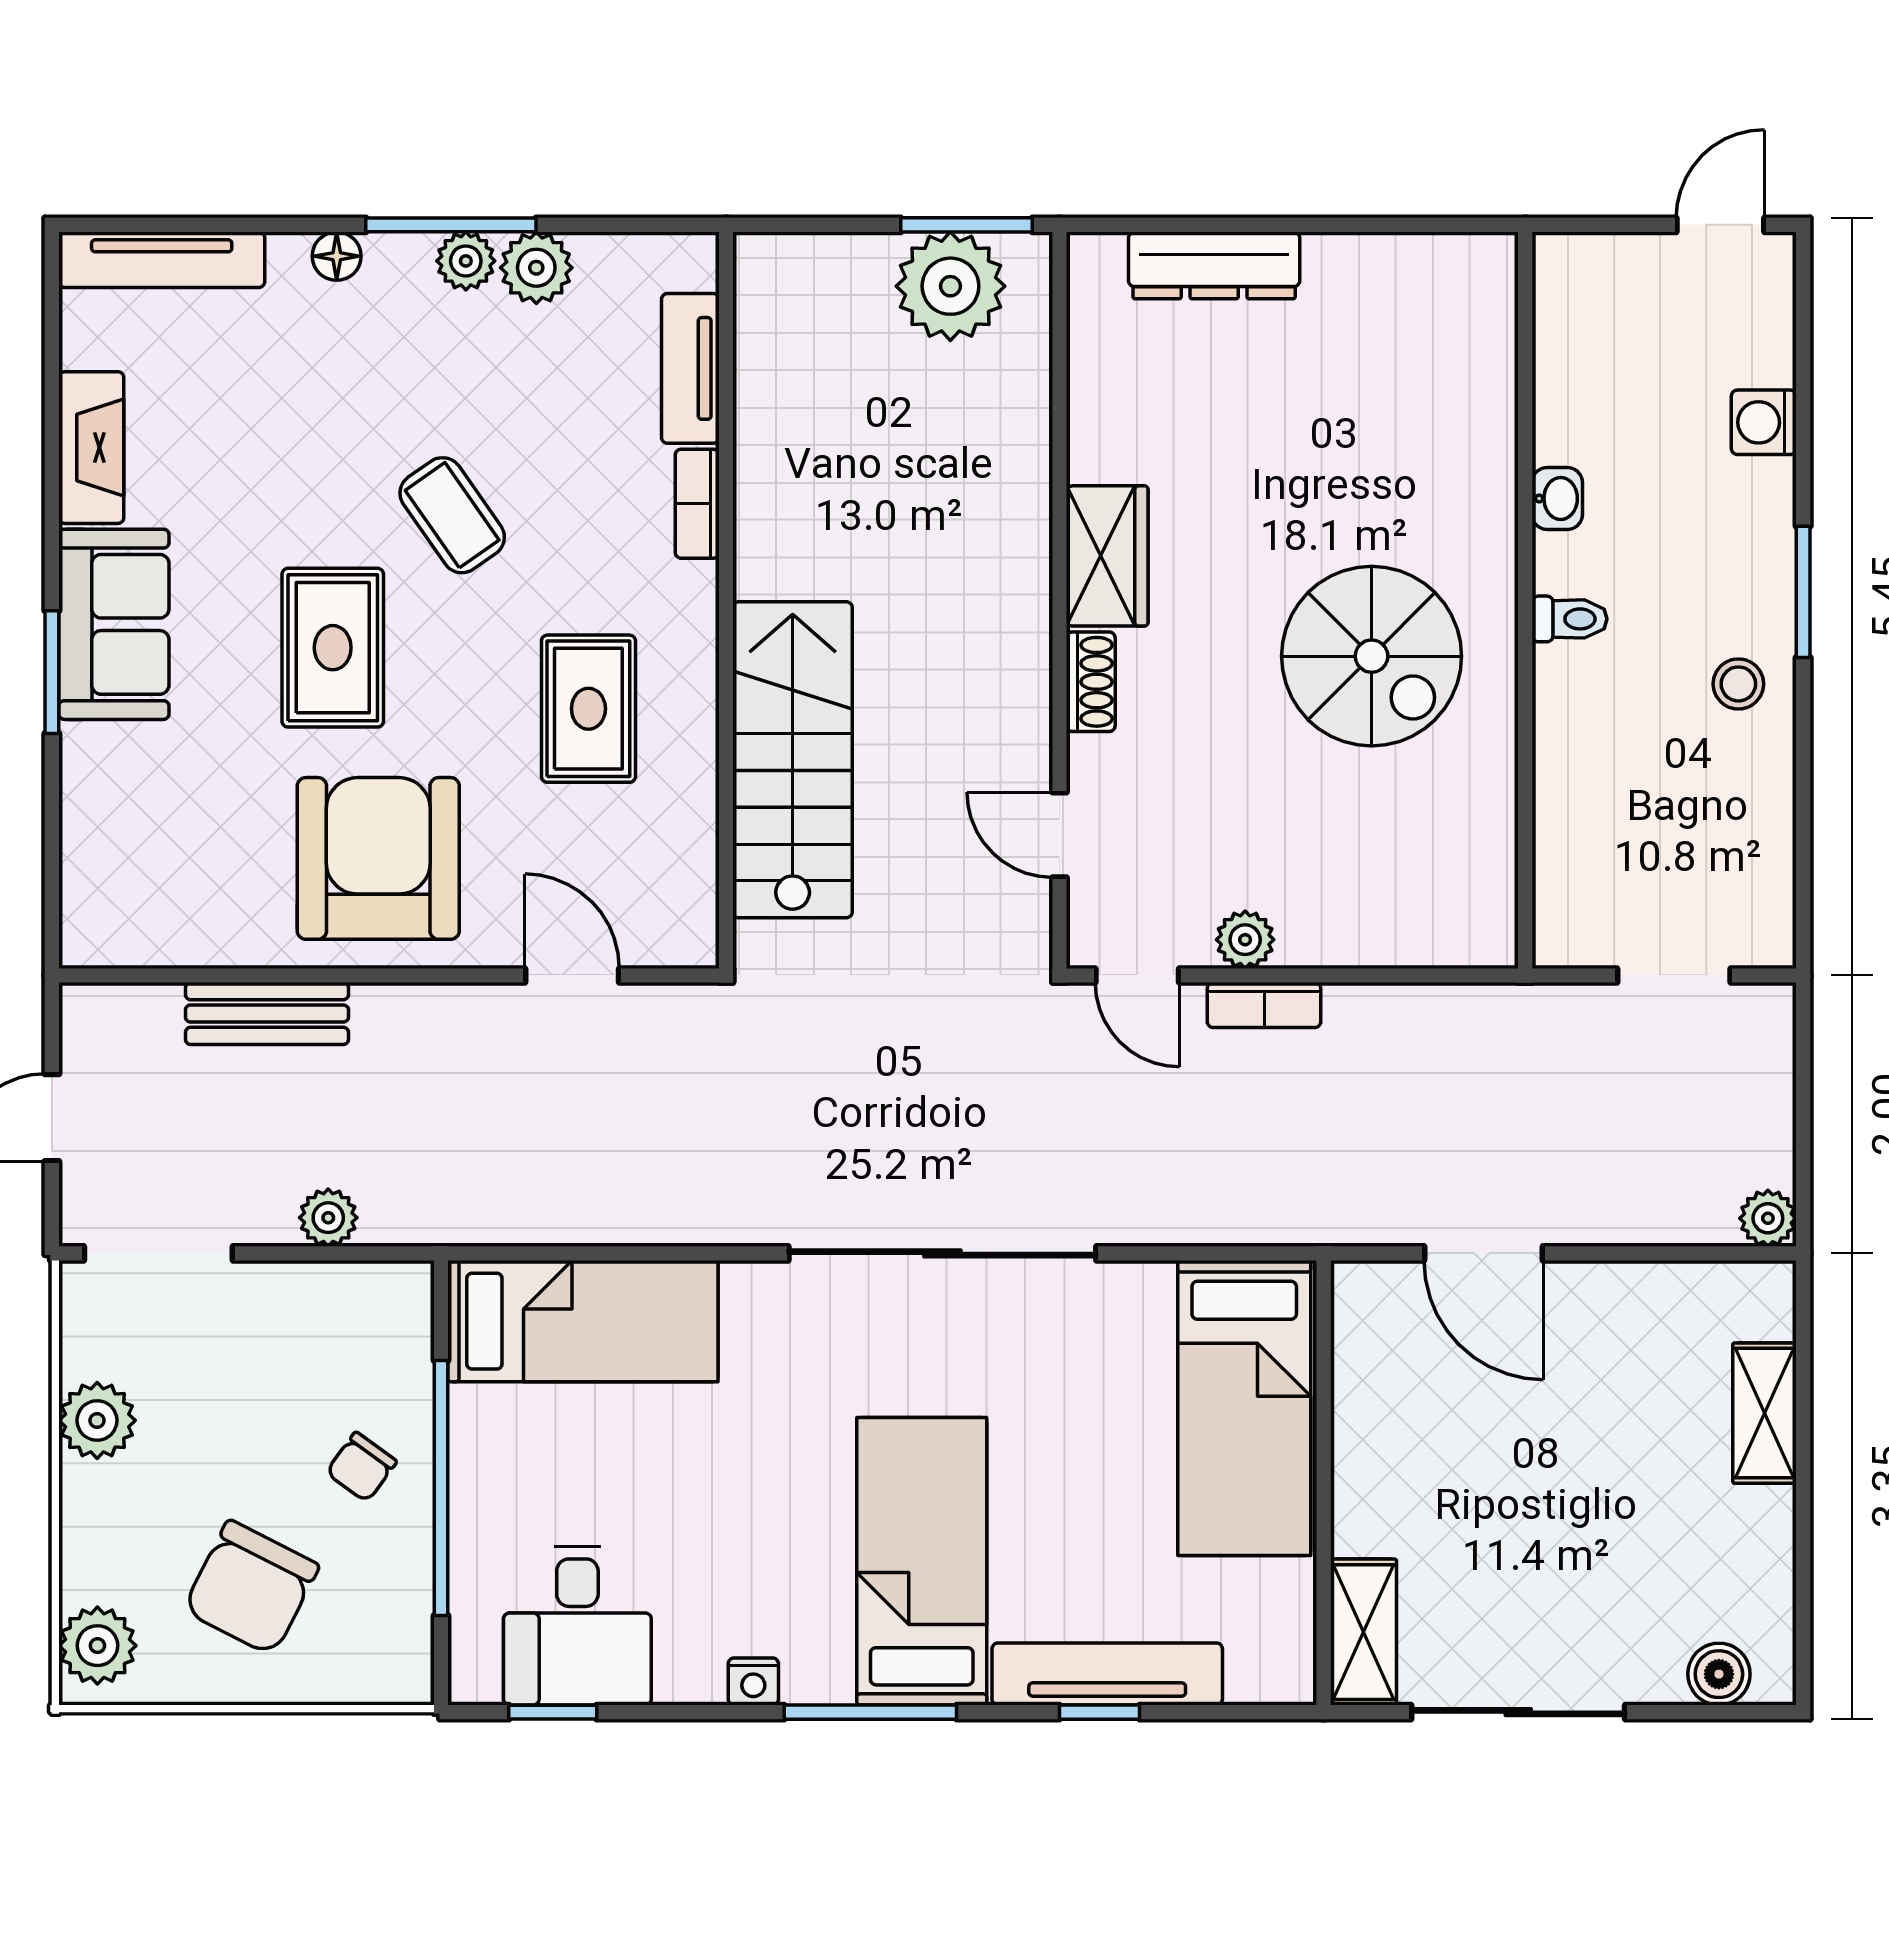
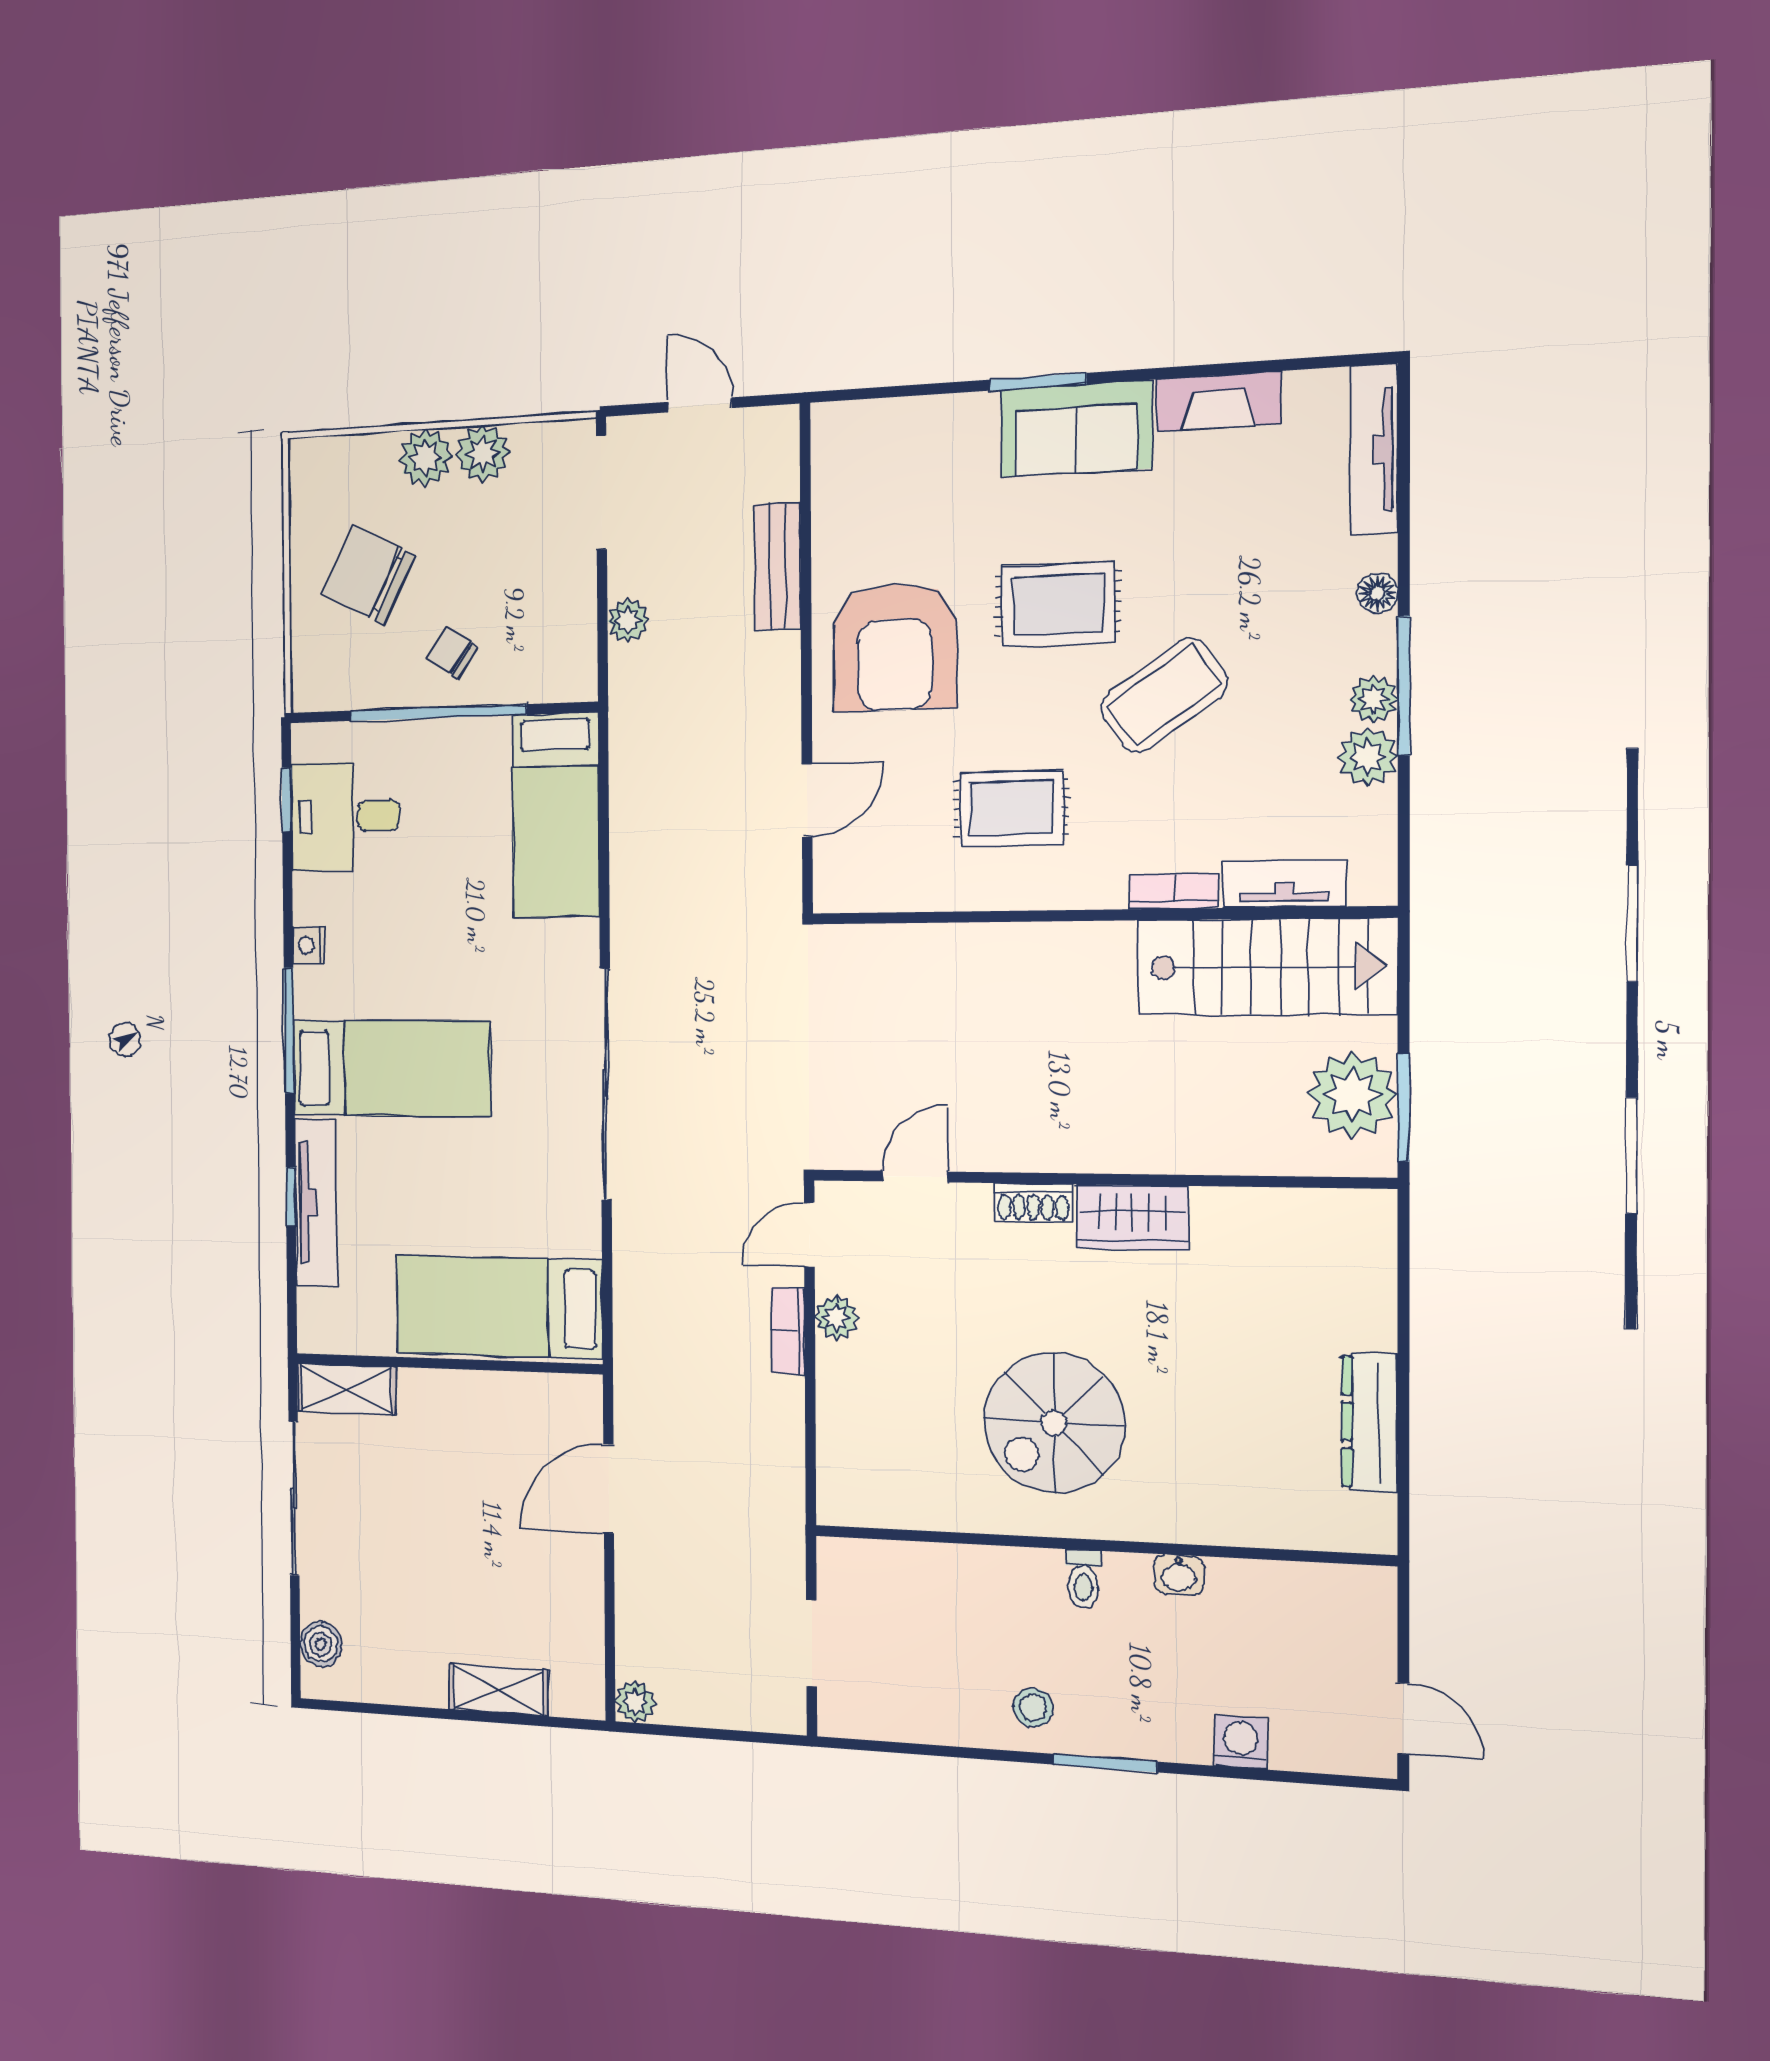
dresser: (1214, 265) -> (1370, 1422), moved
coffee table: (452, 515) -> (1164, 695), width x1.36, depth x1.30
stairs: (793, 760) -> (1266, 967), moved
armchair: (378, 858) -> (895, 647), turned 90
plant: (97, 1646) -> (425, 458), moved

